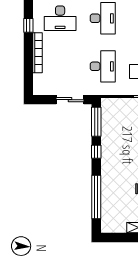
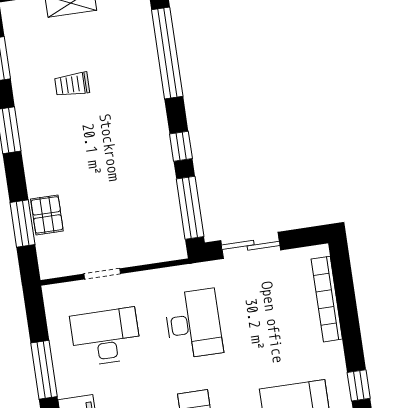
bookcase: (38, 53) -> (327, 299), moved
desk: (103, 66) -> (193, 324), turned 180

